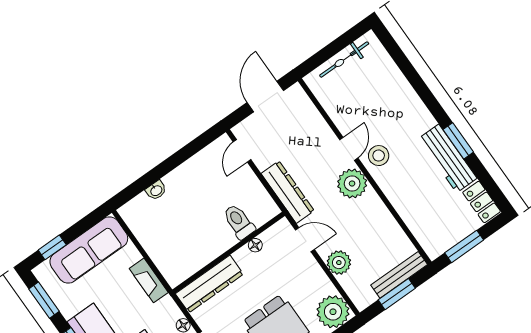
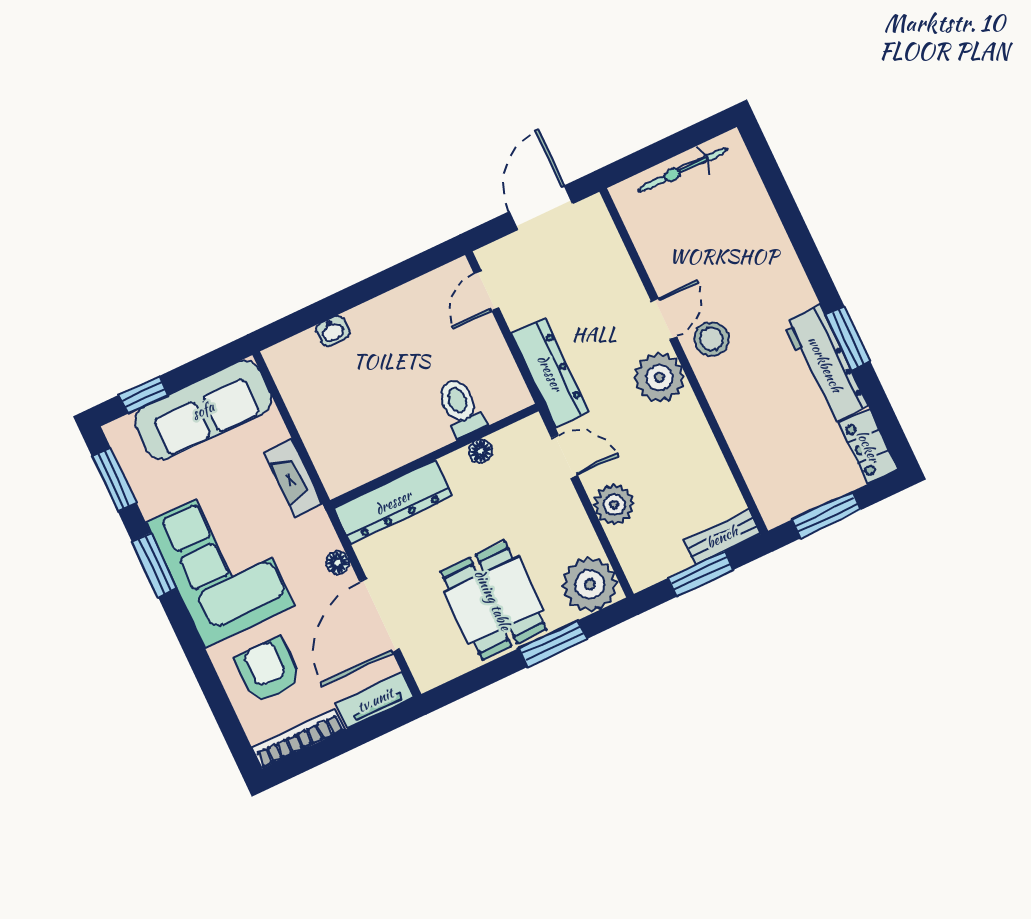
bench: (399, 275) -> (722, 537), width x0.73

